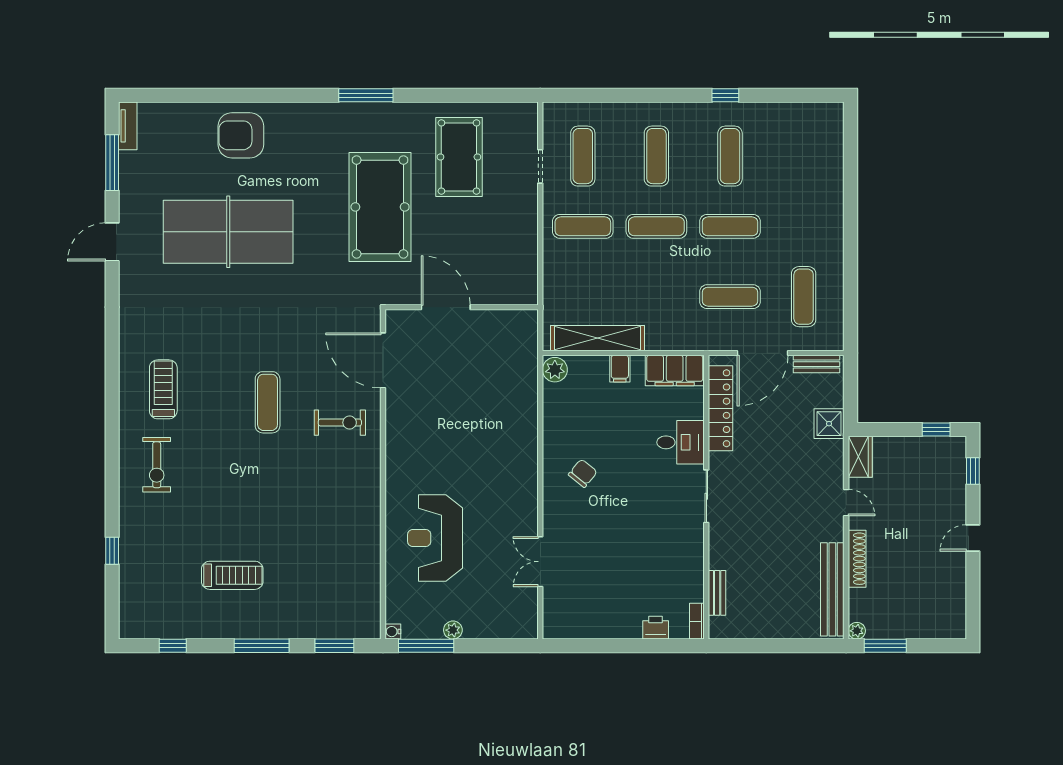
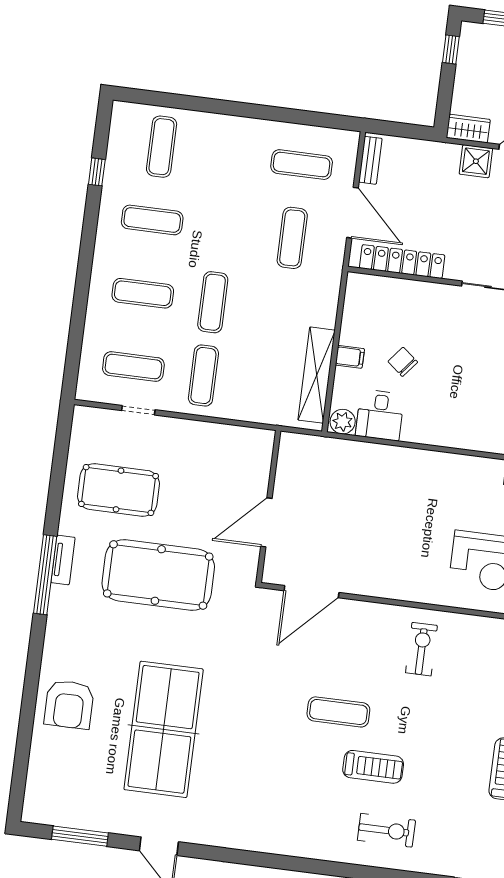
window: (366, 95) -> (45, 575), width x1.46
window: (725, 95) -> (97, 172), moved
tv unit: (128, 126) -> (63, 560), moved, turned 90
exercise mat: (730, 226) -> (162, 147), moved
filing cabinet: (675, 371) -> (359, 302), removed
treadmill: (163, 389) -> (373, 767), moved, turned 180
exercise bike: (340, 423) -> (422, 649), moved
shower: (829, 424) -> (476, 161), moved
desk: (681, 442) -> (380, 415), moved, turned 180
chair: (583, 473) -> (403, 362), moved

